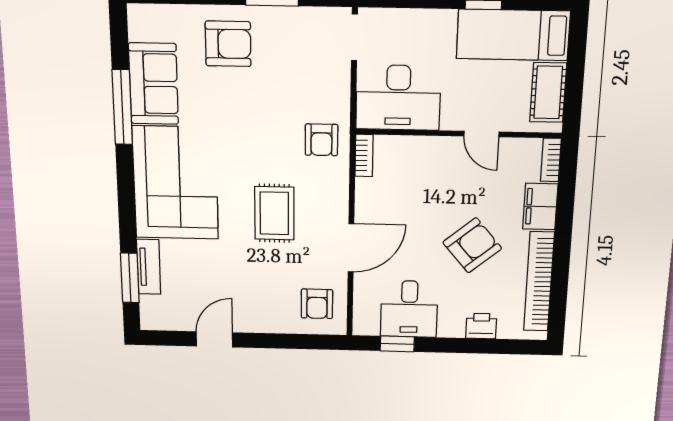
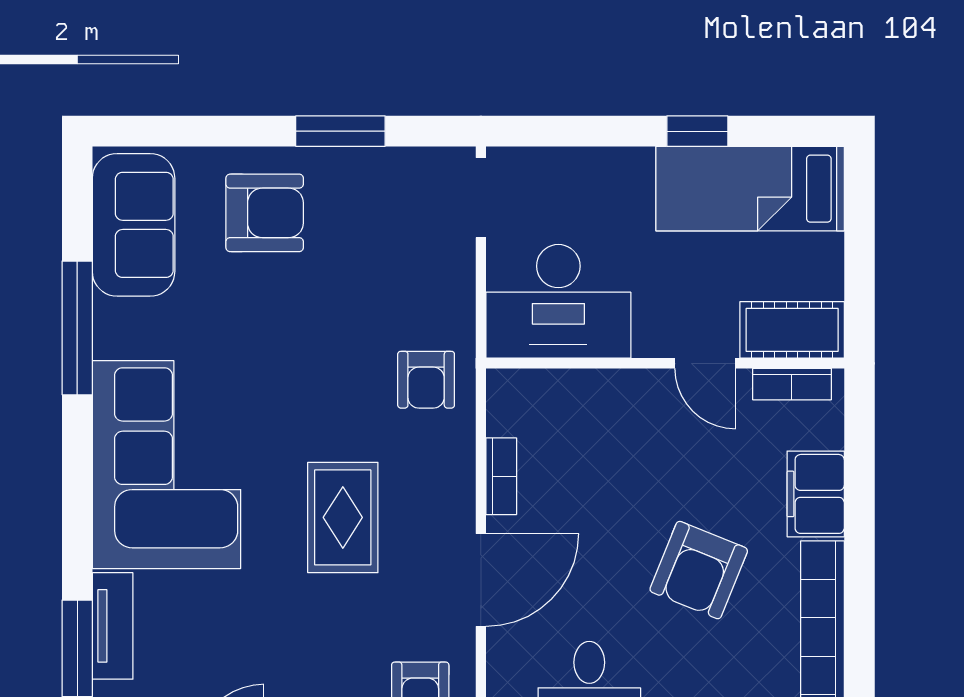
sofa: (154, 84) -> (134, 225), moved
cot: (548, 92) -> (792, 330), moved, turned 90
bookcase: (364, 156) -> (501, 476), moved
bookcase: (551, 160) -> (792, 384), moved, turned -90
armchair: (472, 245) -> (699, 570), turned 152

